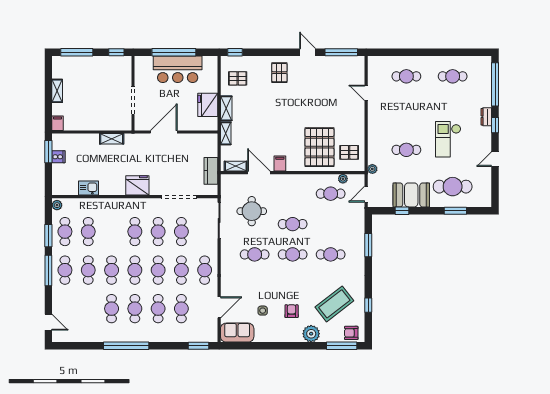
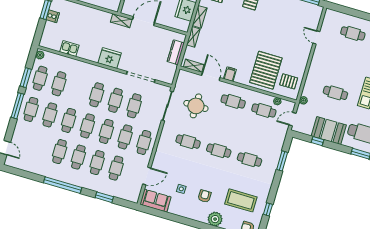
shelving: (112, 139) -> (121, 21), moved
kitchen counter: (211, 171) -> (176, 52), moved
cafe table: (293, 224) -> (233, 101), moved
coffee table: (334, 304) -> (241, 200), turned 38
window: (199, 346) -> (104, 197), moved

